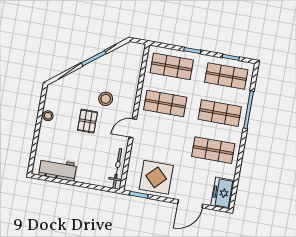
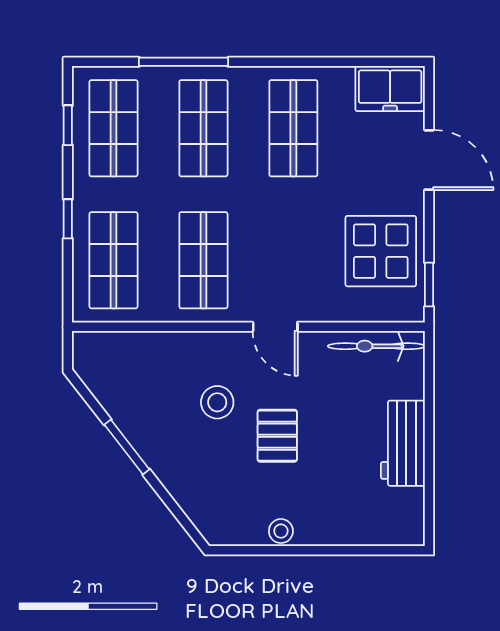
pallet: (88, 121) -> (277, 436), turned 90
workbench: (58, 169) -> (403, 443), moved

